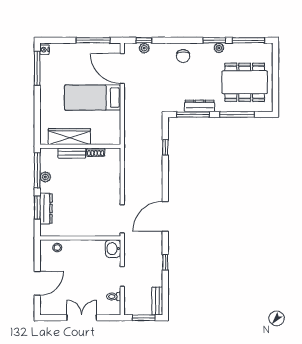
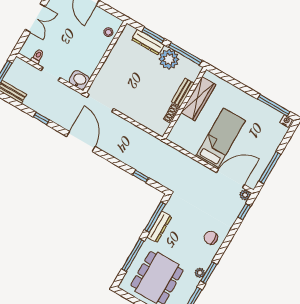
plant: (144, 48) -> (245, 195), moved
plant: (45, 177) -> (169, 59), width x1.87, depth x1.87

